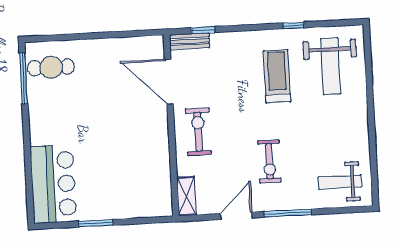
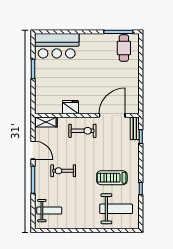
weight bench: (331, 66) -> (116, 209), turned 180
treadmill: (277, 76) -> (112, 178), turned 180
fridge: (158, 155) -> (70, 107), added
weight bench: (340, 182) -> (49, 211), turned 90

